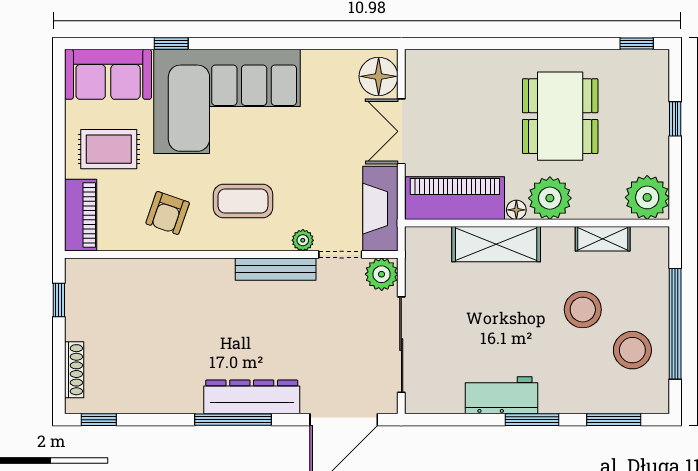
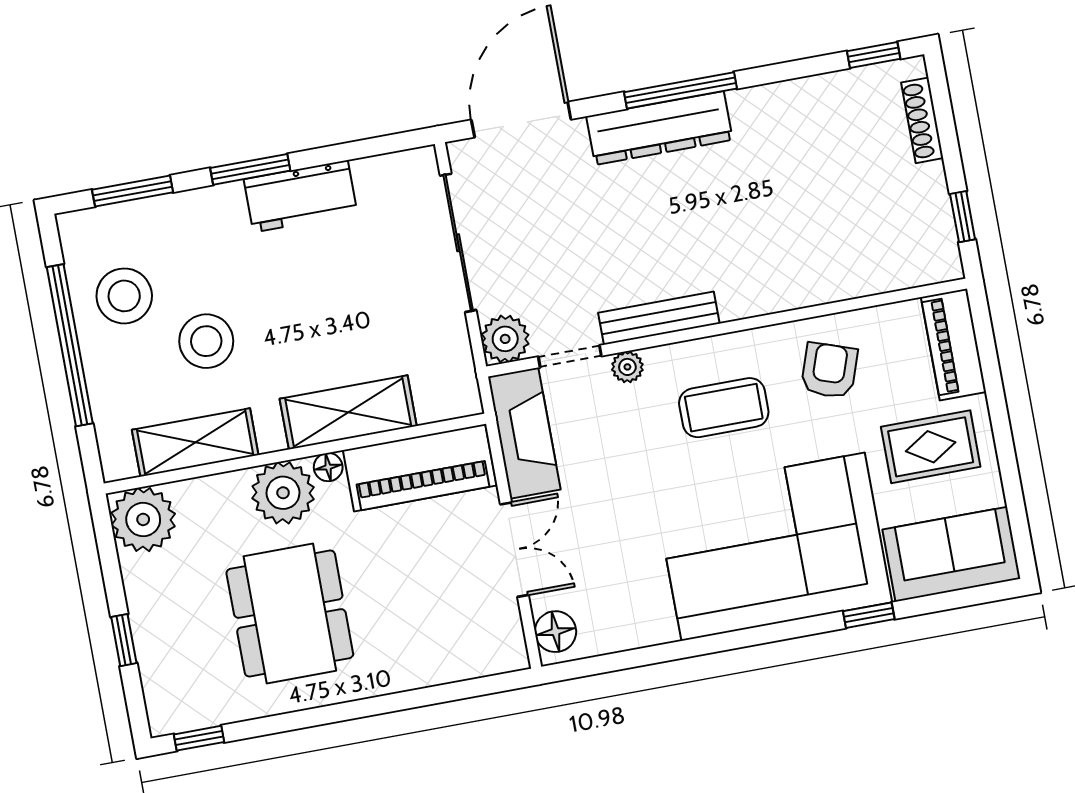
floor lamp: (379, 76) -> (556, 632), width x0.73, depth x0.73
shelving: (603, 239) -> (195, 442), width x1.50, depth x1.33

